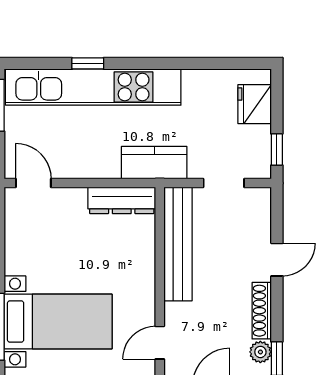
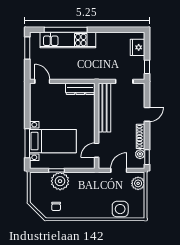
window: (88, 63) -> (66, 30), width x3.17
kitchen unit: (93, 87) -> (68, 40), width x0.73
kitchen counter: (154, 163) -> (94, 73), removed

